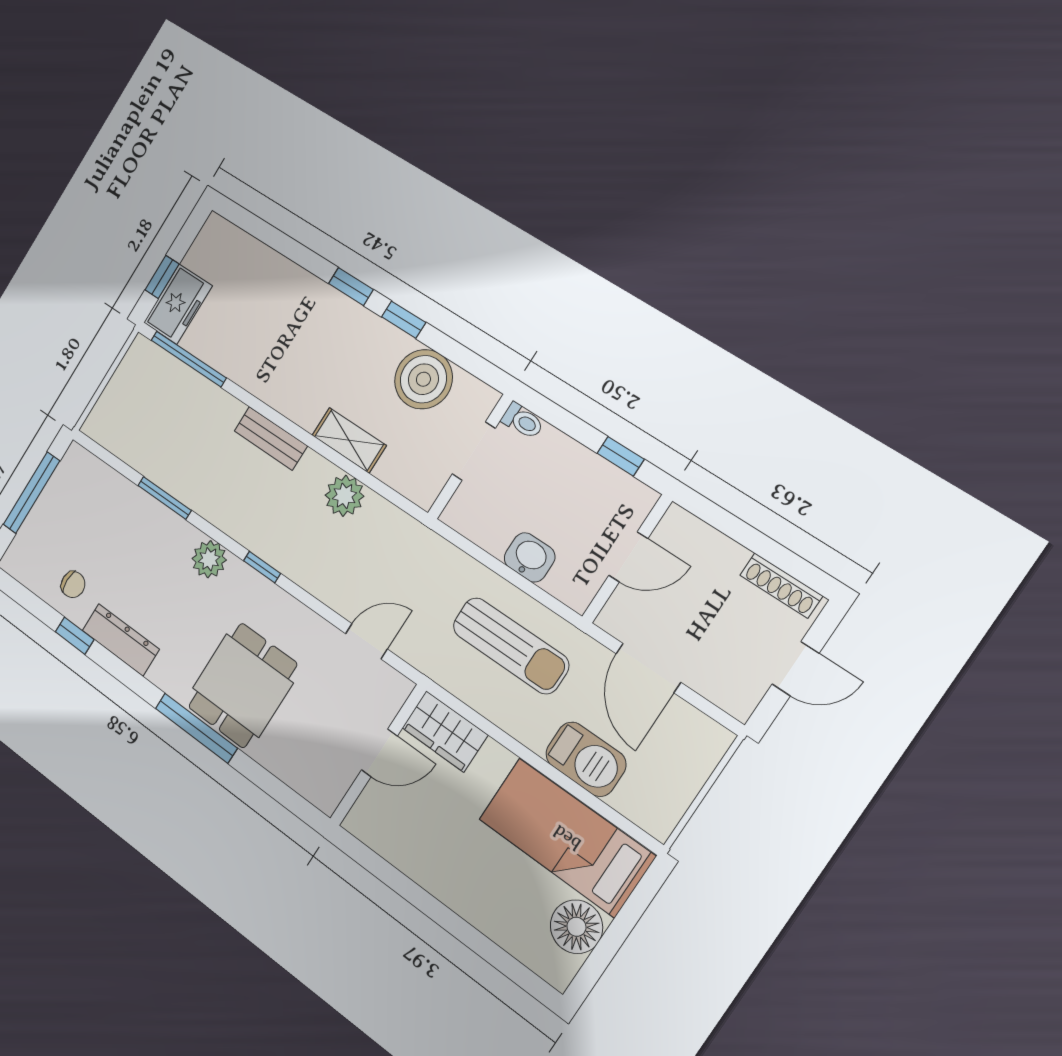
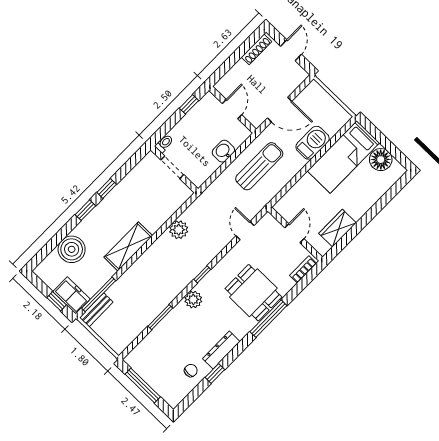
boiler: (423, 379) -> (72, 249), moved
bench: (271, 438) -> (96, 310), moved
shelving: (349, 440) -> (128, 246), moved, width x1.50, depth x1.33
wardrobe: (445, 731) -> (337, 228), moved, turned 180
bookcase: (307, 786) -> (303, 269), added

